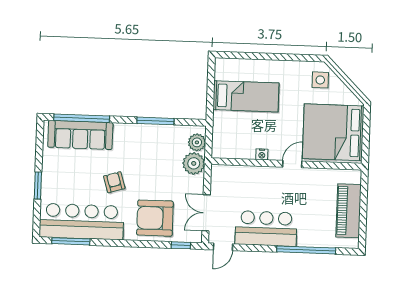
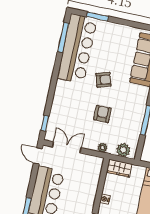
wardrobe: (220, 144) -> (119, 168), added
plant: (194, 163) -> (102, 148), width x0.53, depth x0.53
window: (38, 186) -> (98, 16), moved
armchair: (155, 218) -> (103, 114), moved, width x0.53, depth x0.53

